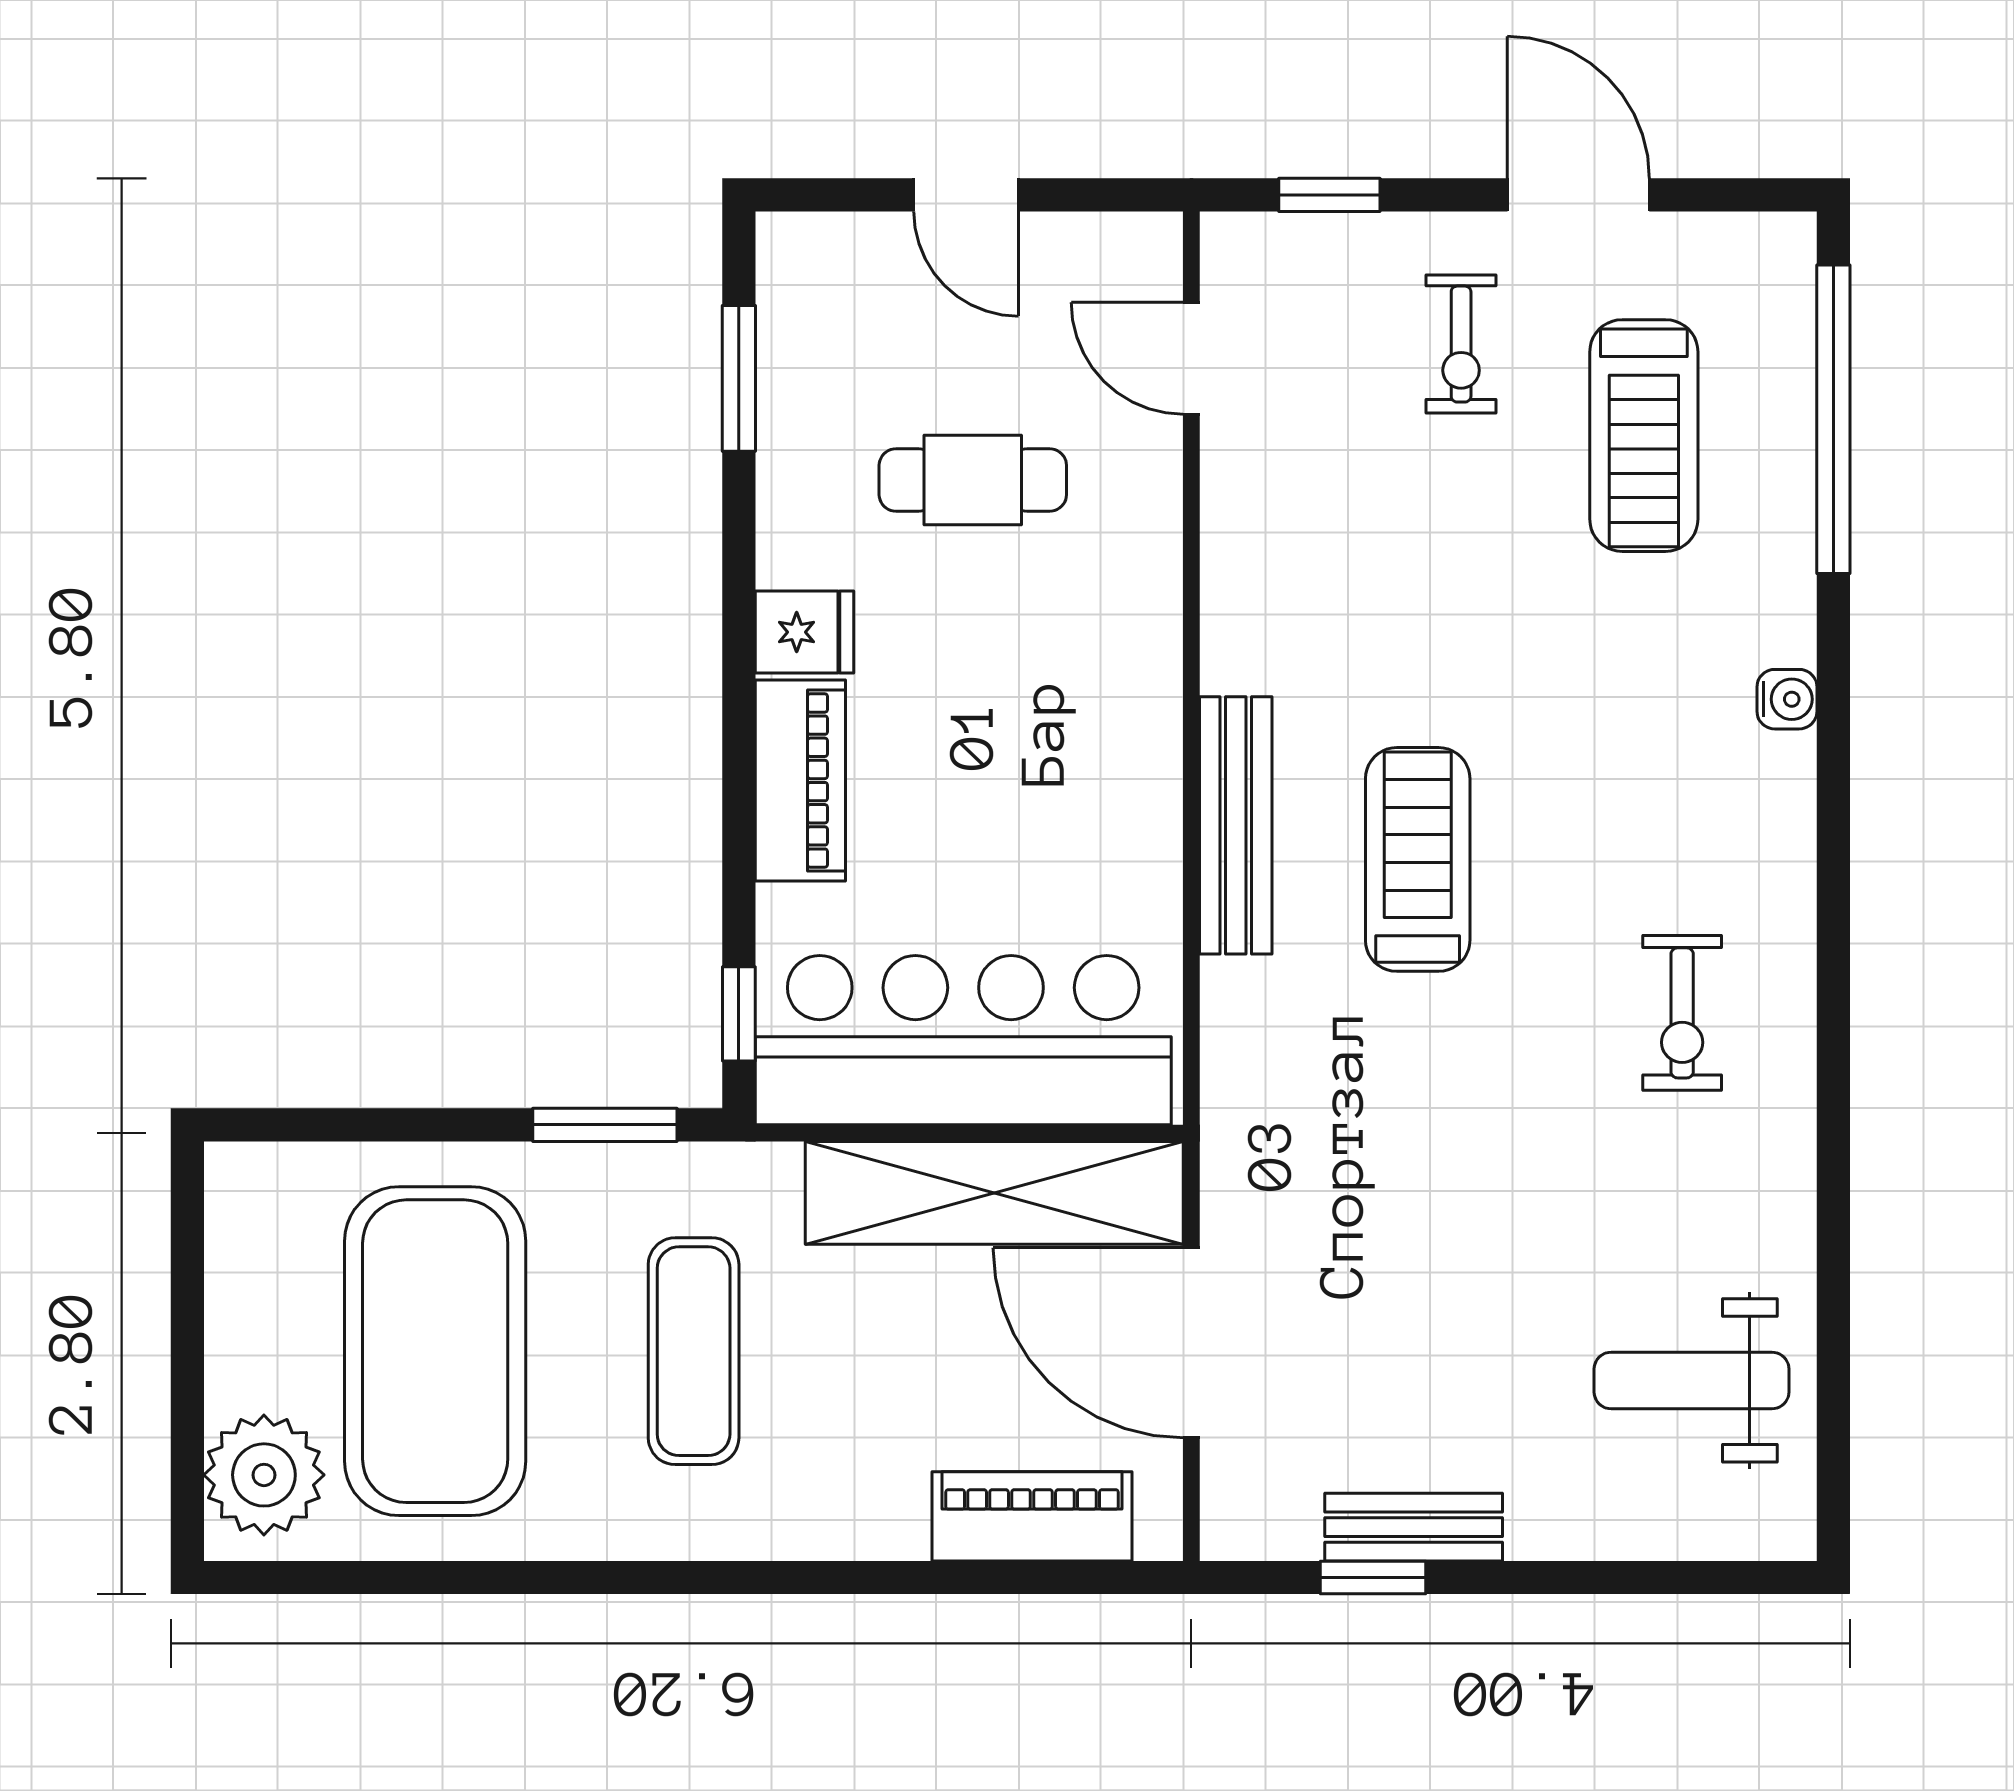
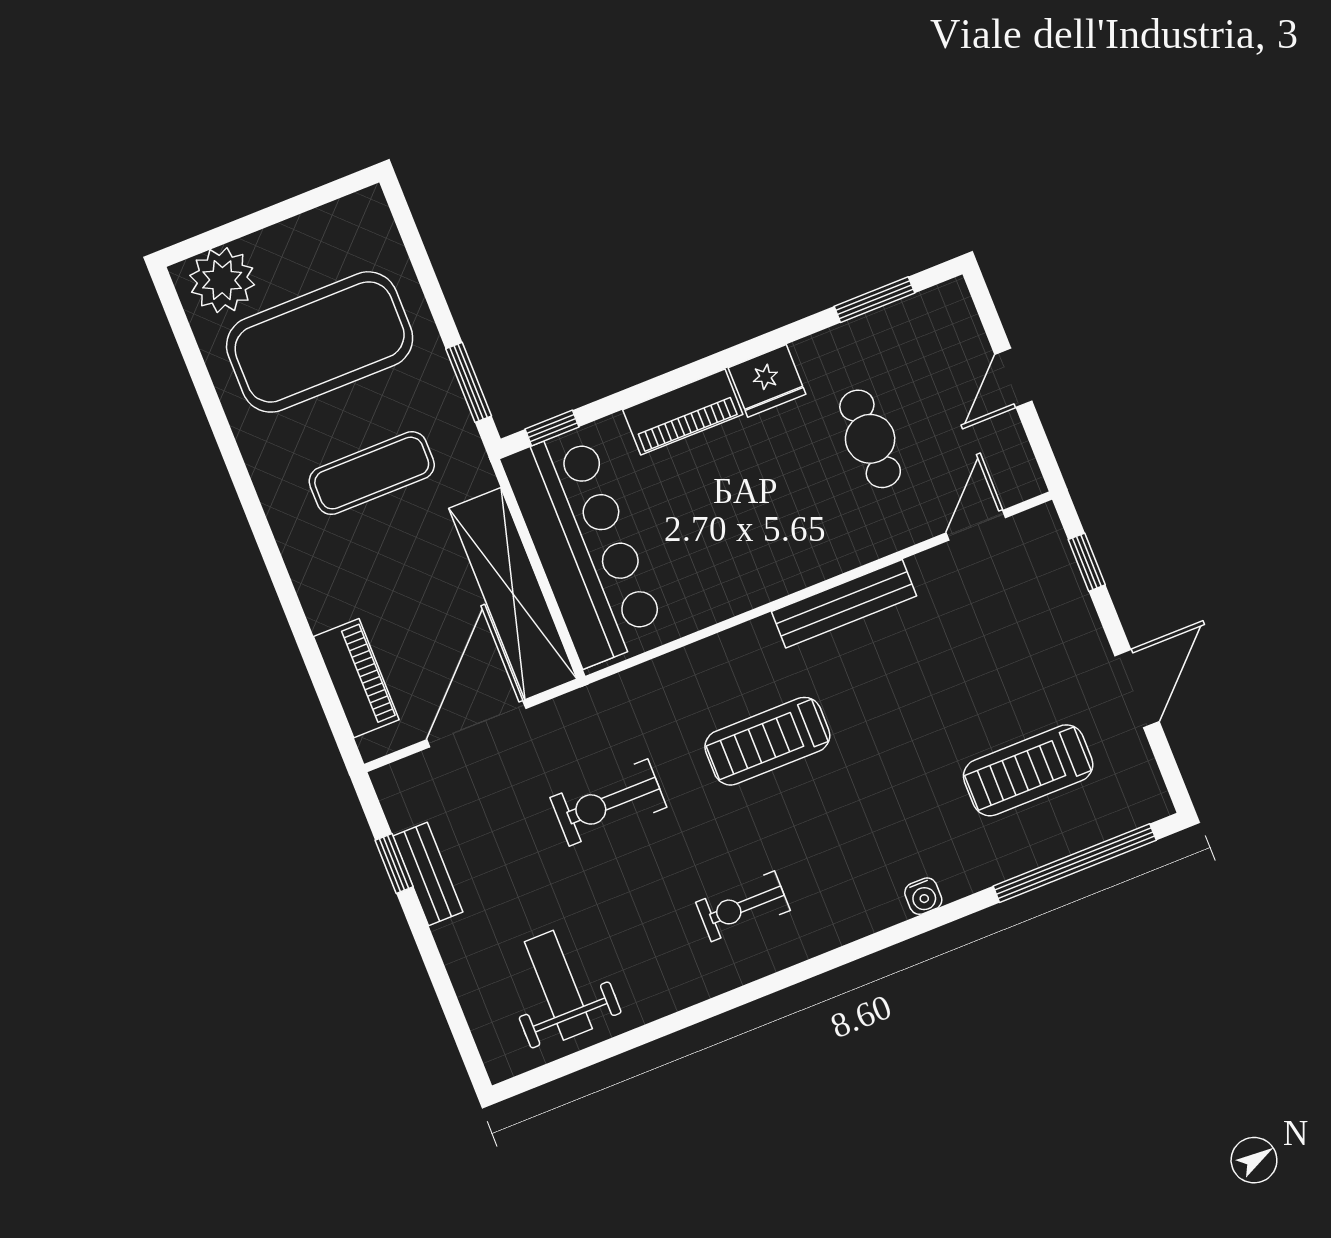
exercise bike: (1461, 344) -> (608, 802), moved, width x1.38, depth x1.39
fridge: (804, 632) -> (767, 381), width x1.38
bench: (1236, 825) -> (844, 604), moved
treadmill: (1418, 859) -> (767, 741), turned 180

